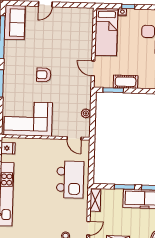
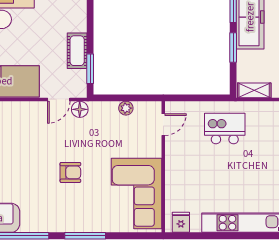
armchair: (44, 75) -> (70, 172), turned -90
floor lamp: (86, 82) -> (80, 109), added
kitchen island: (70, 180) -> (225, 129), width x0.73, depth x0.78

